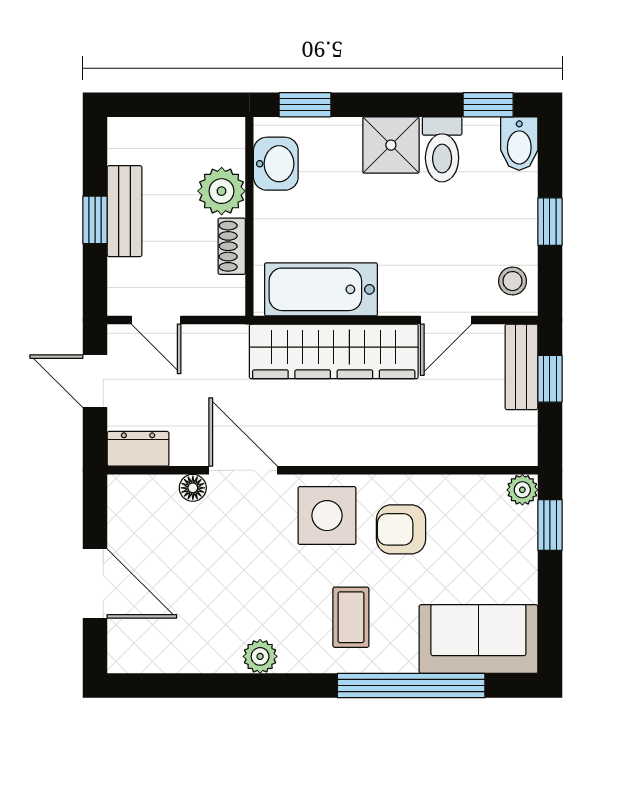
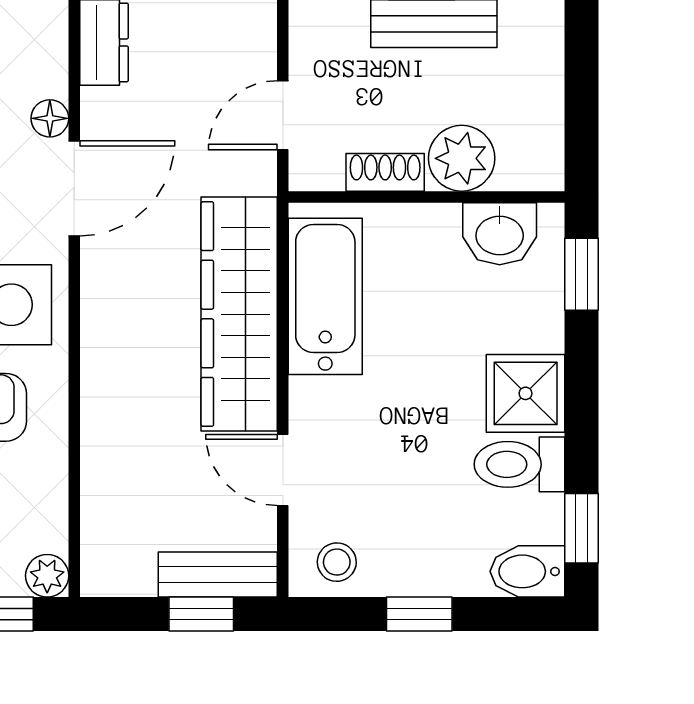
door: (156, 320) -> (283, 115), moved

